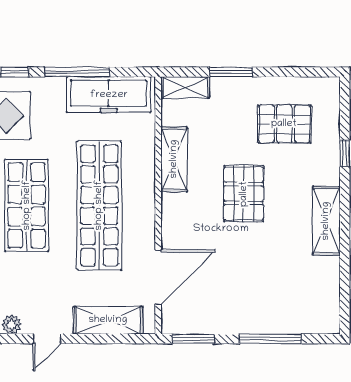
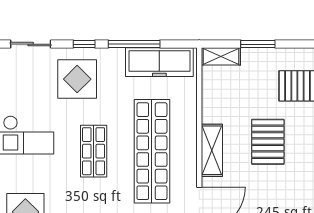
shelving: (174, 159) -> (212, 150), moved
shop shelf: (27, 205) -> (94, 151), width x0.70, depth x0.74

